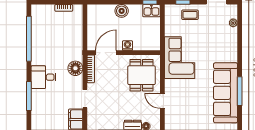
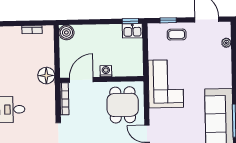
boiler: (122, 11) -> (66, 32), moved
floor lamp: (75, 68) -> (46, 76), moved

